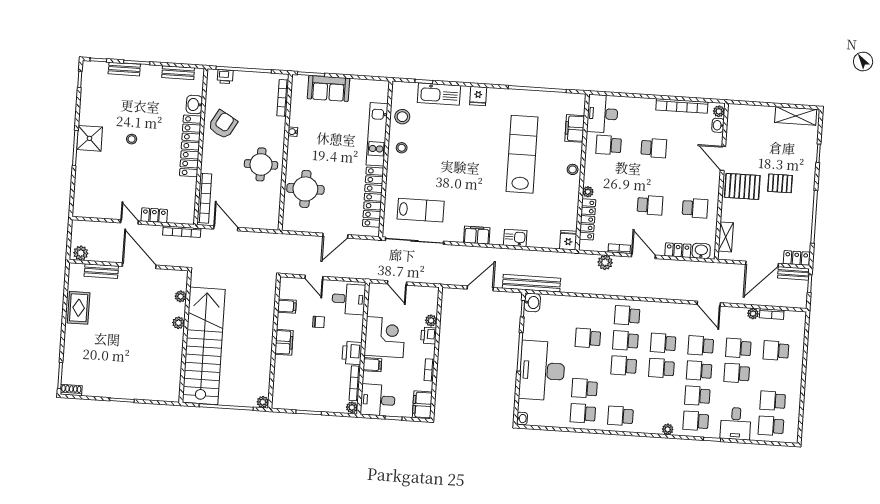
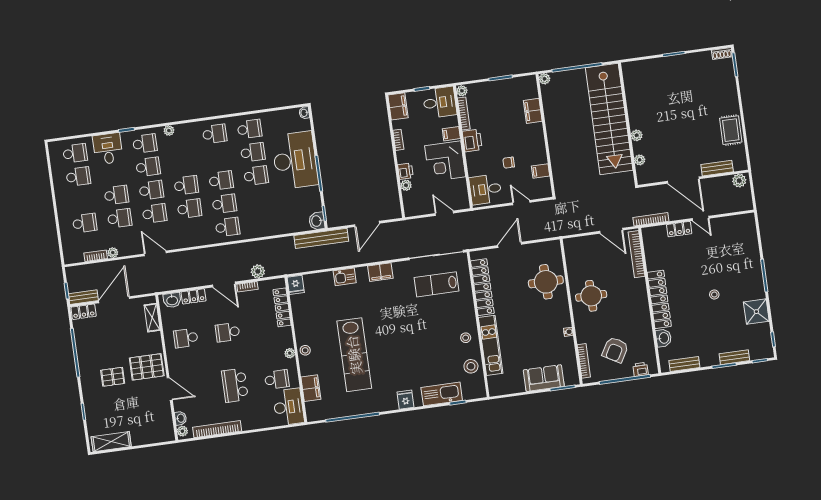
armchair: (223, 125) -> (615, 350), moved
shower: (90, 138) -> (756, 312), moved
school desk: (654, 148) -> (235, 385), width x1.85
plant: (588, 192) -> (290, 353), moved
school desk: (588, 338) -> (256, 176), moved
filing cabinet: (284, 342) -> (533, 111), moved

